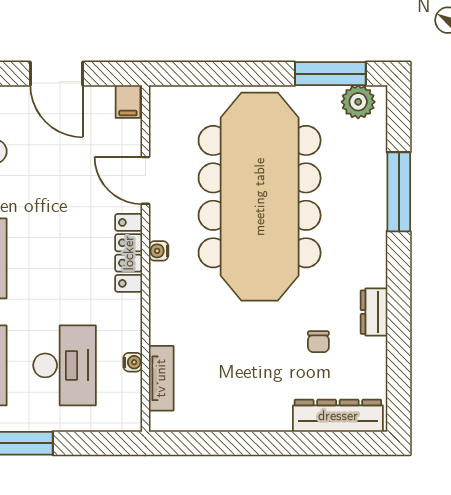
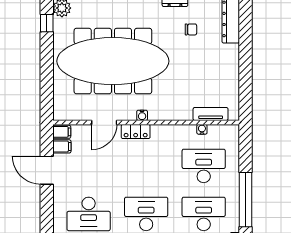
door: (56, 74) -> (47, 170), swing flipped
window: (330, 74) -> (47, 23), width x0.46
filing cabinet: (101, 102) -> (62, 146), added
locker: (129, 253) -> (136, 132), width x0.66

